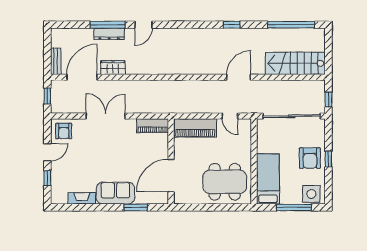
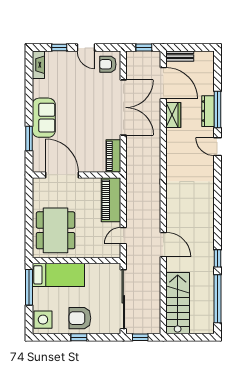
window: (232, 25) -> (217, 258), moved
double door: (106, 116) -> (123, 107), width x1.36
fireplace: (82, 198) -> (38, 65), moved
window: (294, 207) -> (29, 287), moved

